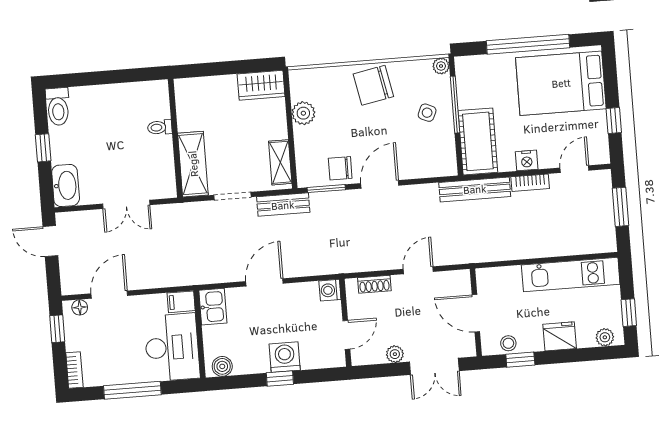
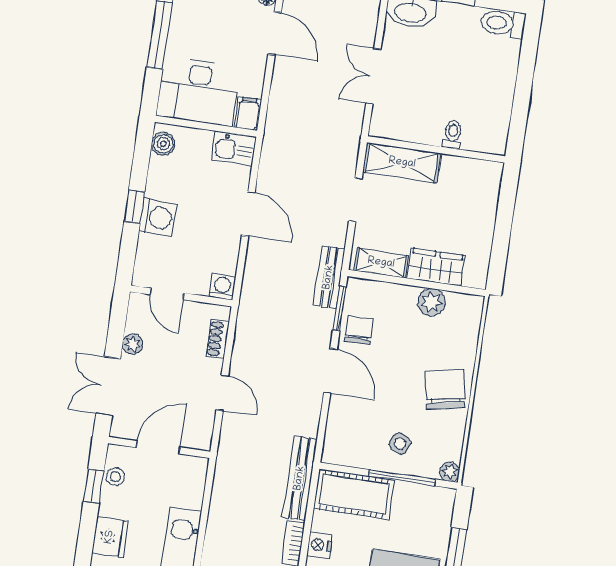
wardrobe: (261, 85) -> (436, 267), moved, turned 90
bench: (283, 205) -> (329, 277), moved

